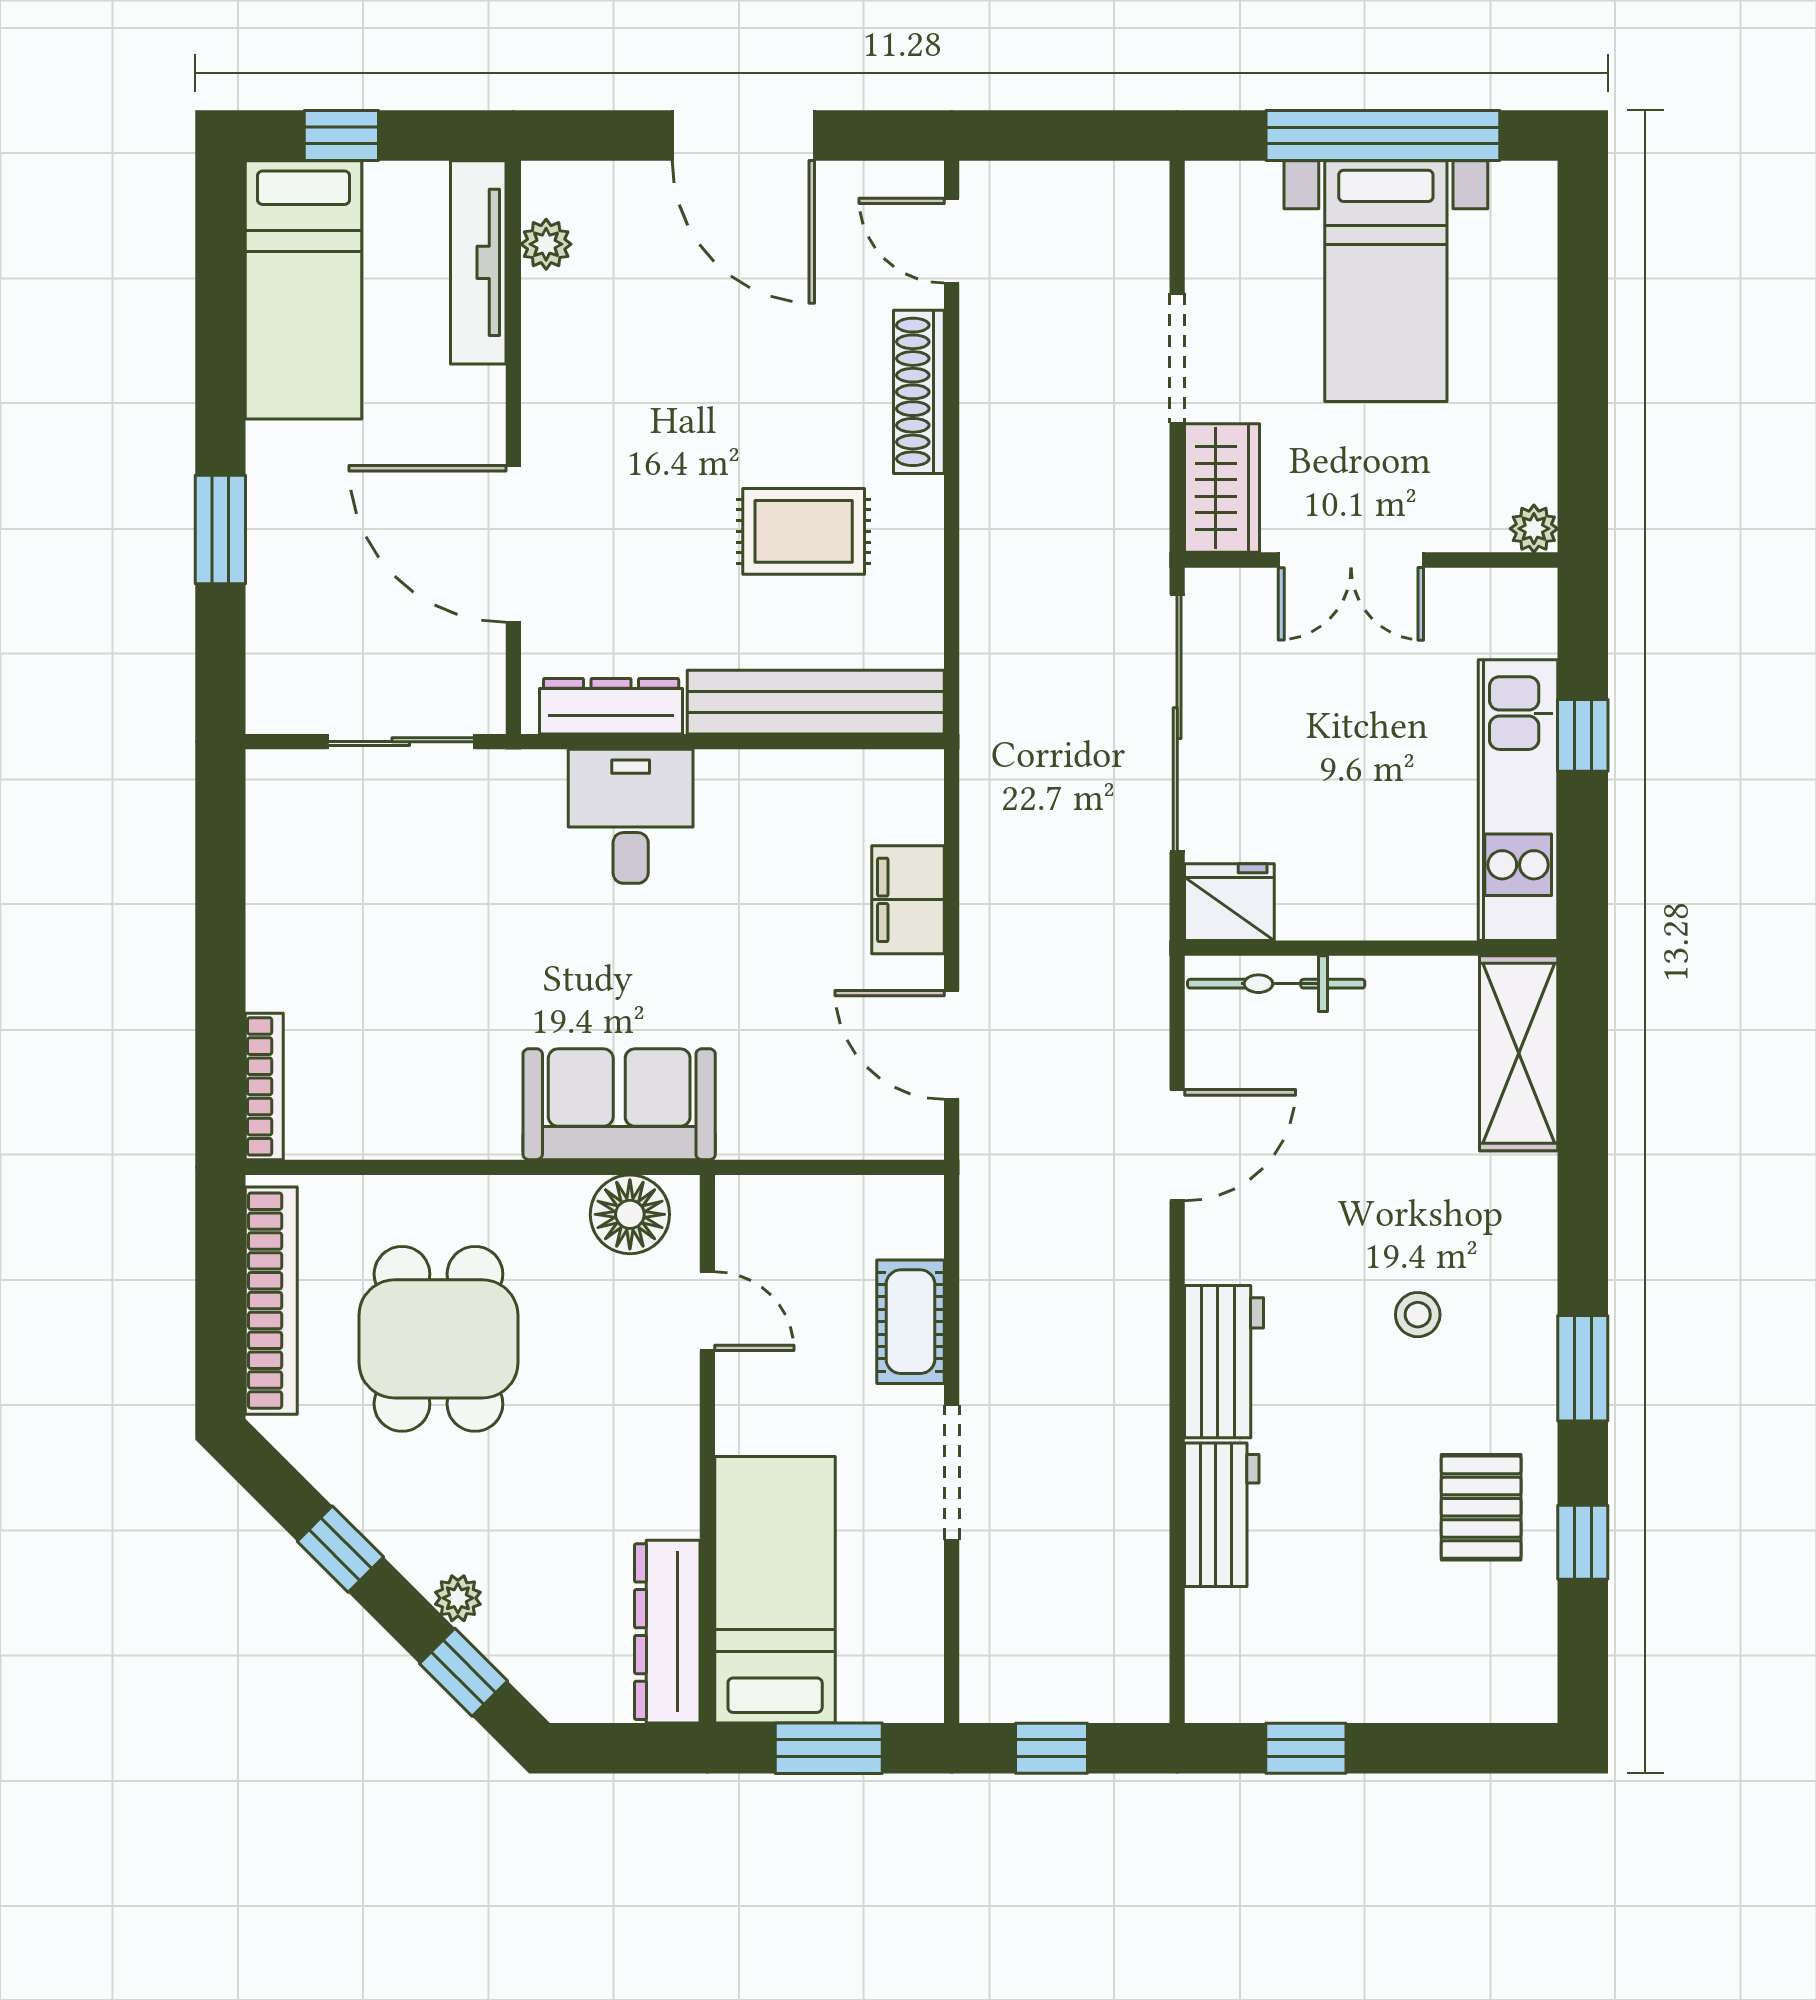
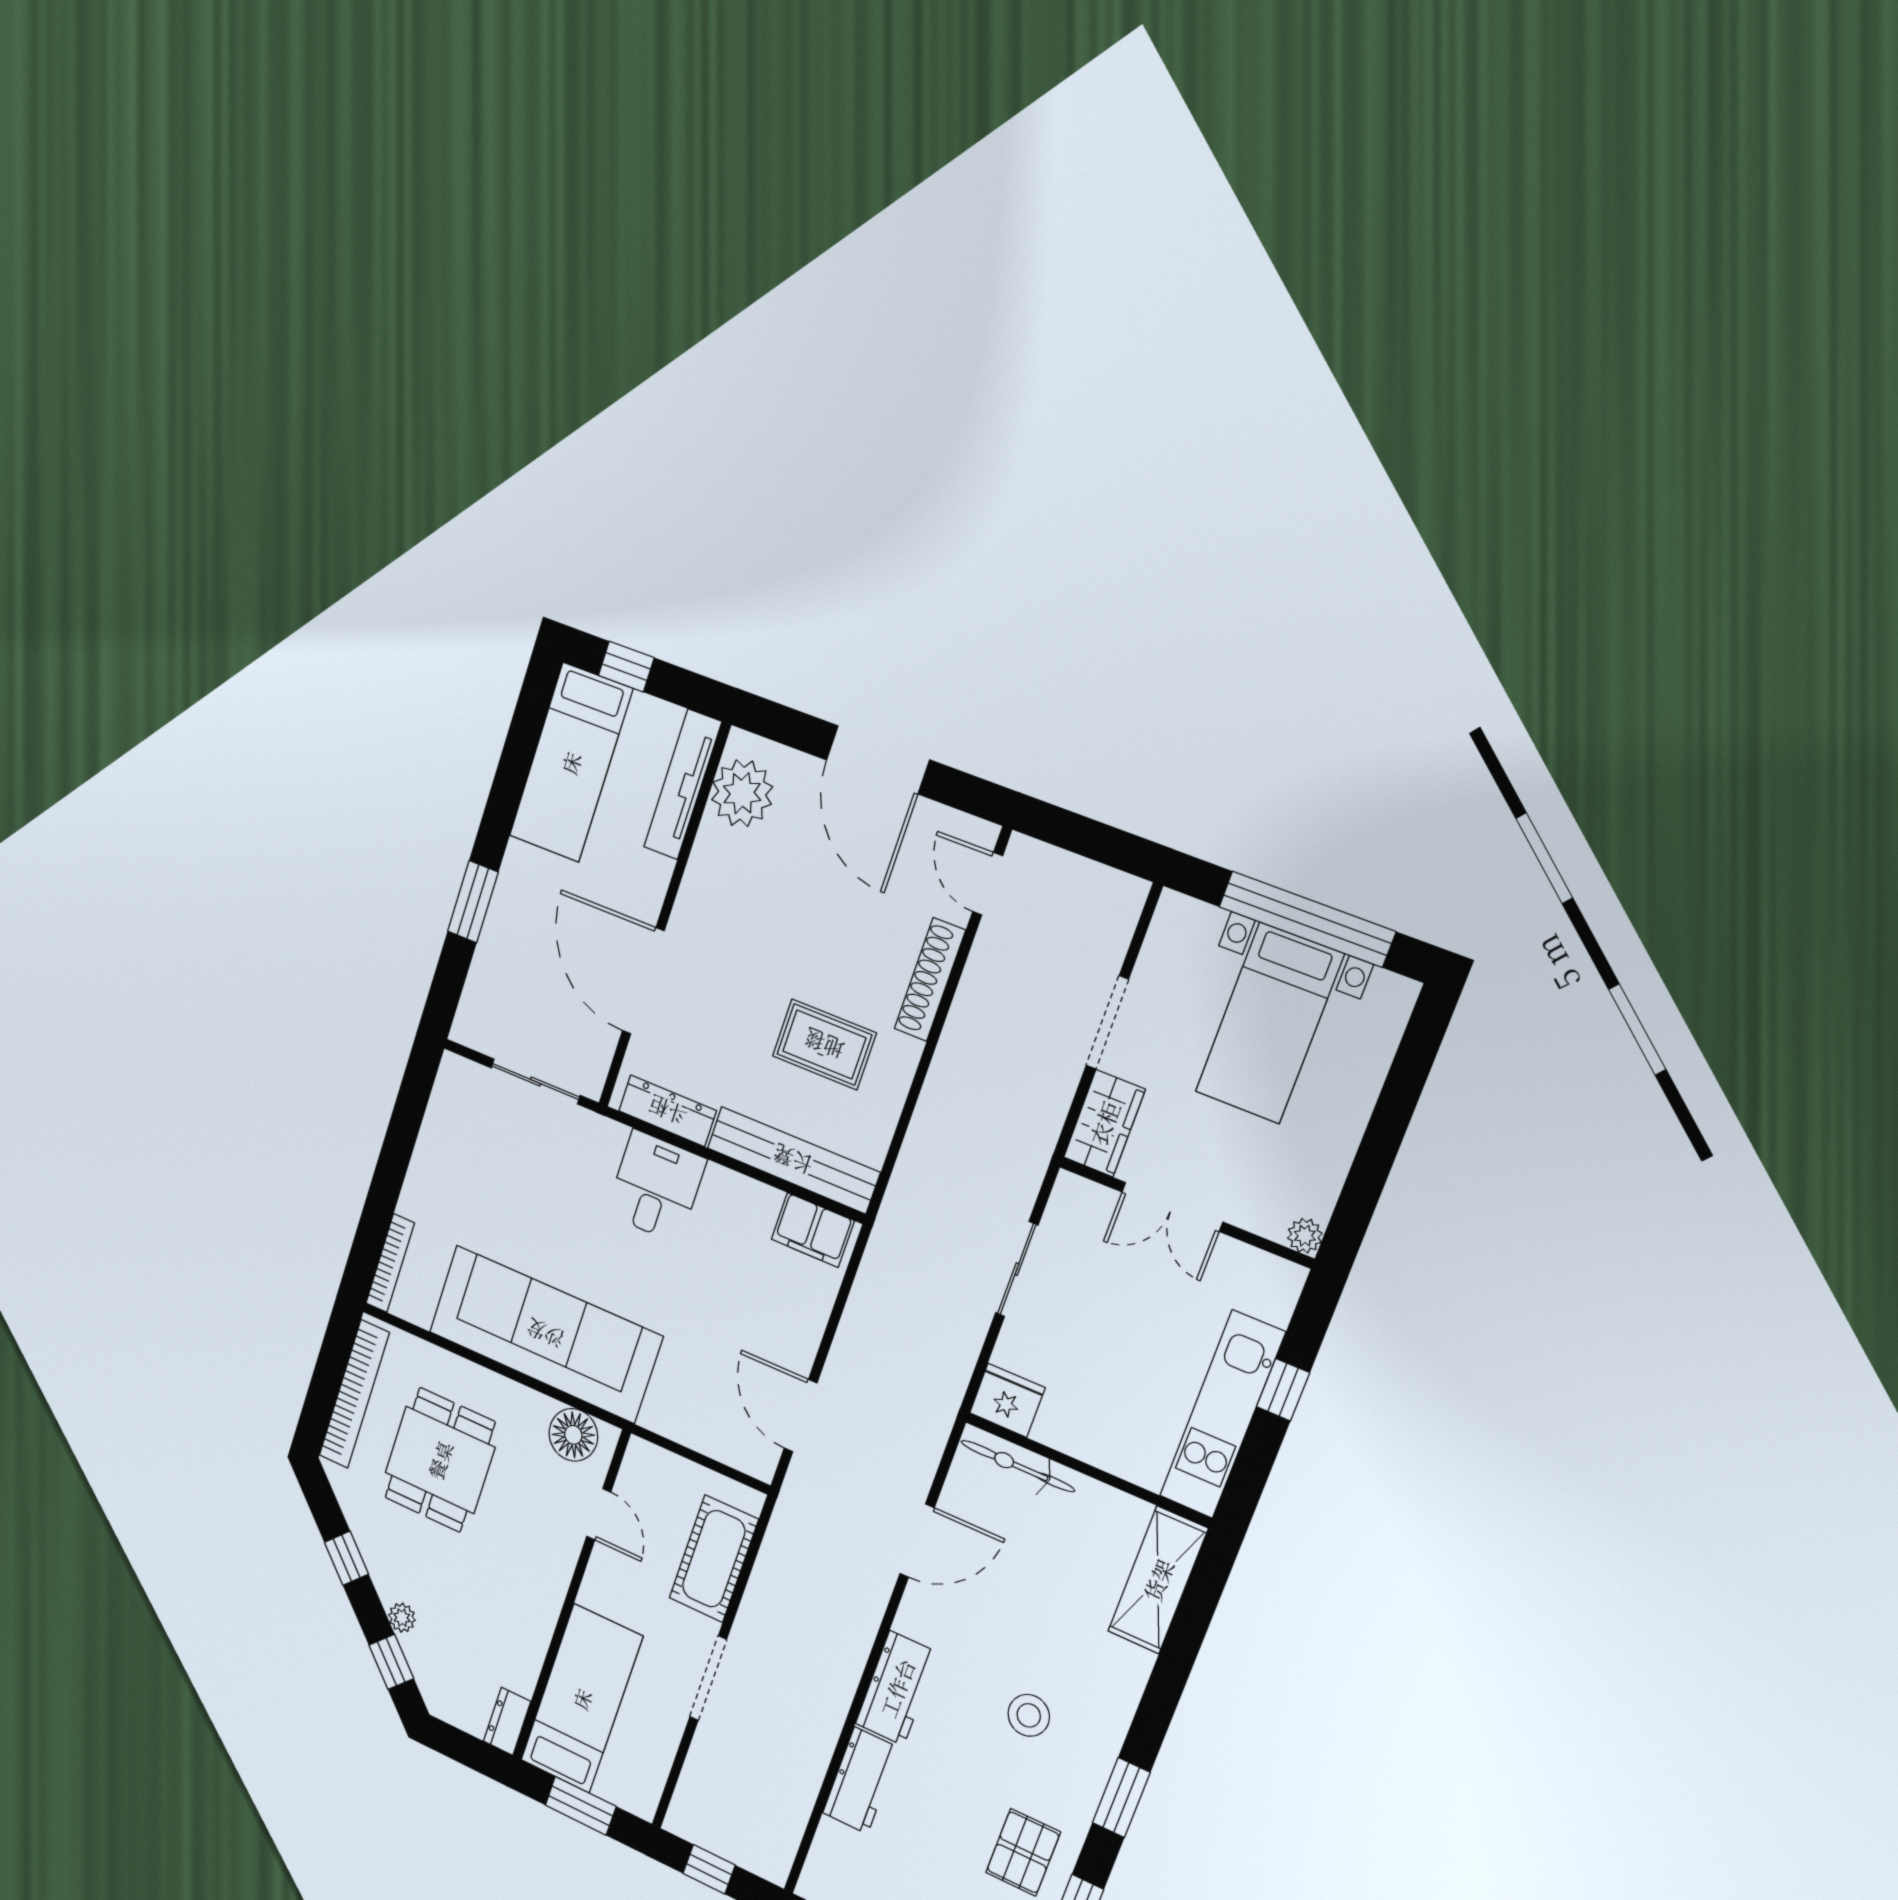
plant: (546, 244) -> (742, 793), width x1.88, depth x1.88
sliding door: (1177, 723) -> (1017, 1269), width x0.54
filing cabinet: (908, 900) -> (813, 1230), moved, turned -90
sofa: (619, 1104) -> (545, 1334), width x1.85, depth x1.27
stool: (1418, 1315) -> (1029, 1715), width x1.37, depth x1.37
cot: (910, 1322) -> (714, 1559), width x1.37, depth x1.34
dresser: (667, 1632) -> (507, 1721), width x0.51, depth x0.80

